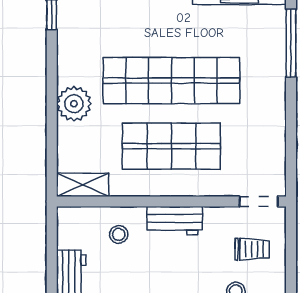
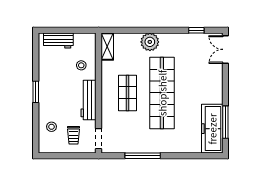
window: (291, 43) -> (143, 156), moved
shop shelf: (171, 146) -> (128, 93), width x0.70, depth x0.74
workbench: (175, 221) -> (89, 100), width x1.38

